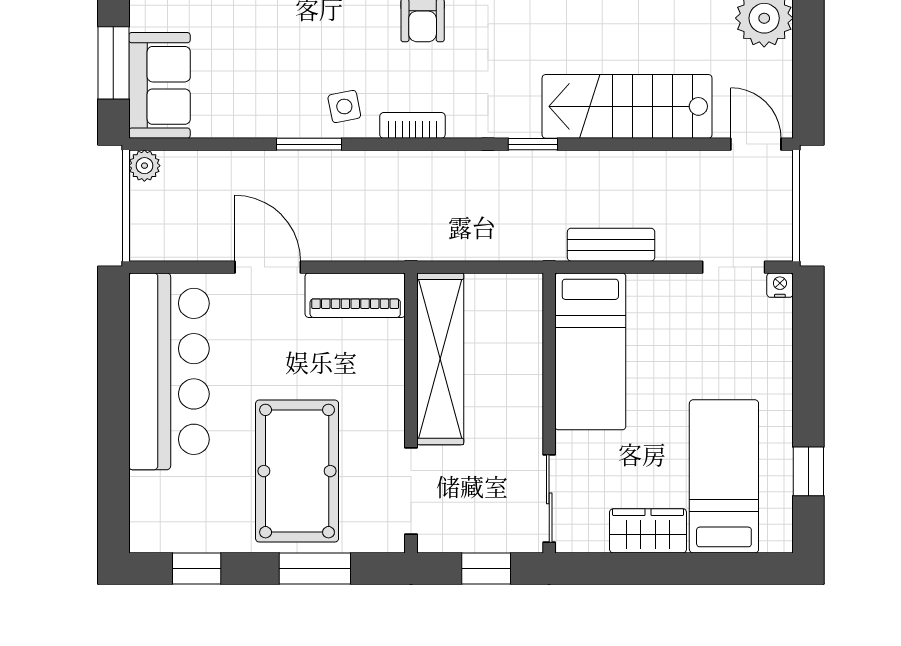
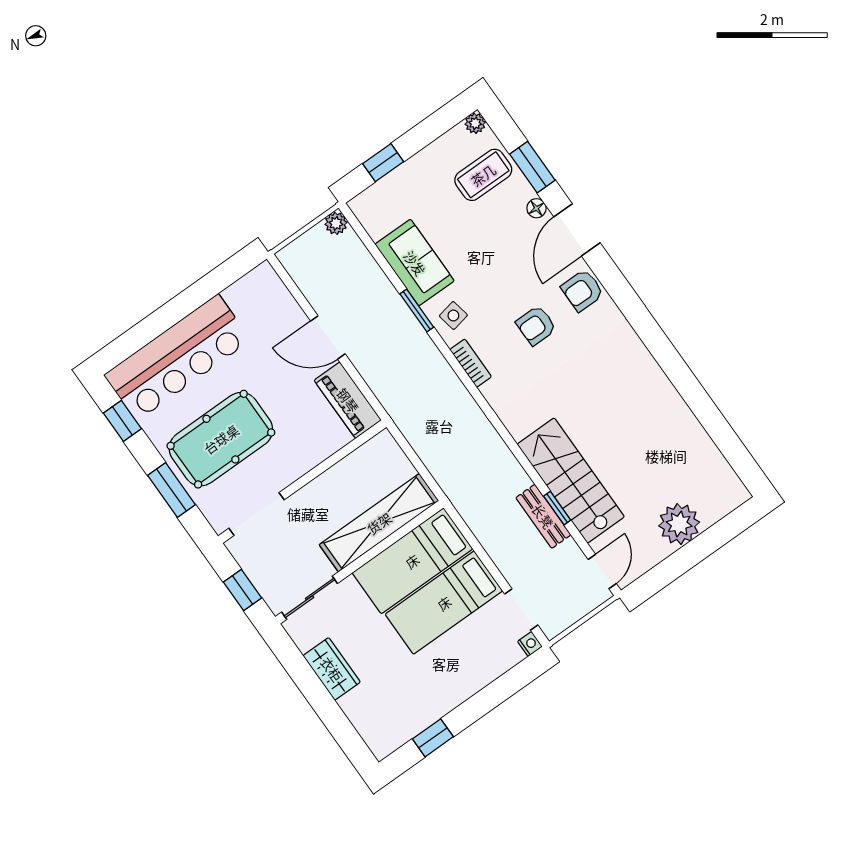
window: (113, 63) -> (383, 163), width x0.67
sofa: (159, 85) -> (415, 263), moved, turned -90
window: (533, 144) -> (557, 508), moved
bench: (611, 245) -> (543, 516), moved
door: (268, 267) -> (328, 337), swing flipped
shelving: (440, 359) -> (379, 523), moved
bar counter: (169, 371) -> (177, 358), moved
bed: (724, 476) -> (444, 603), moved, turned 180

